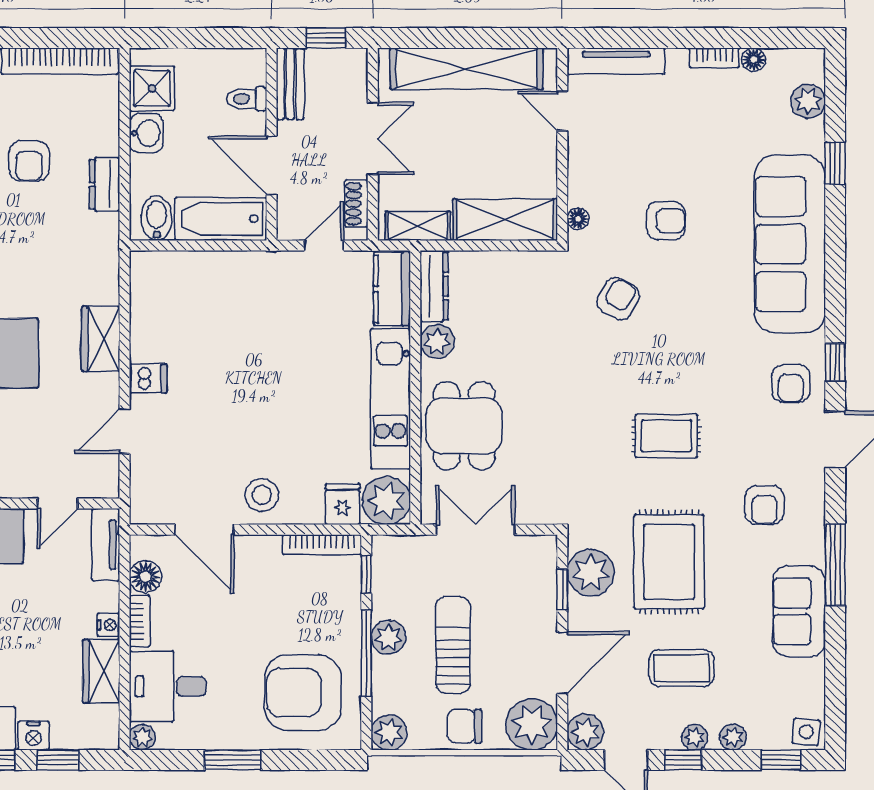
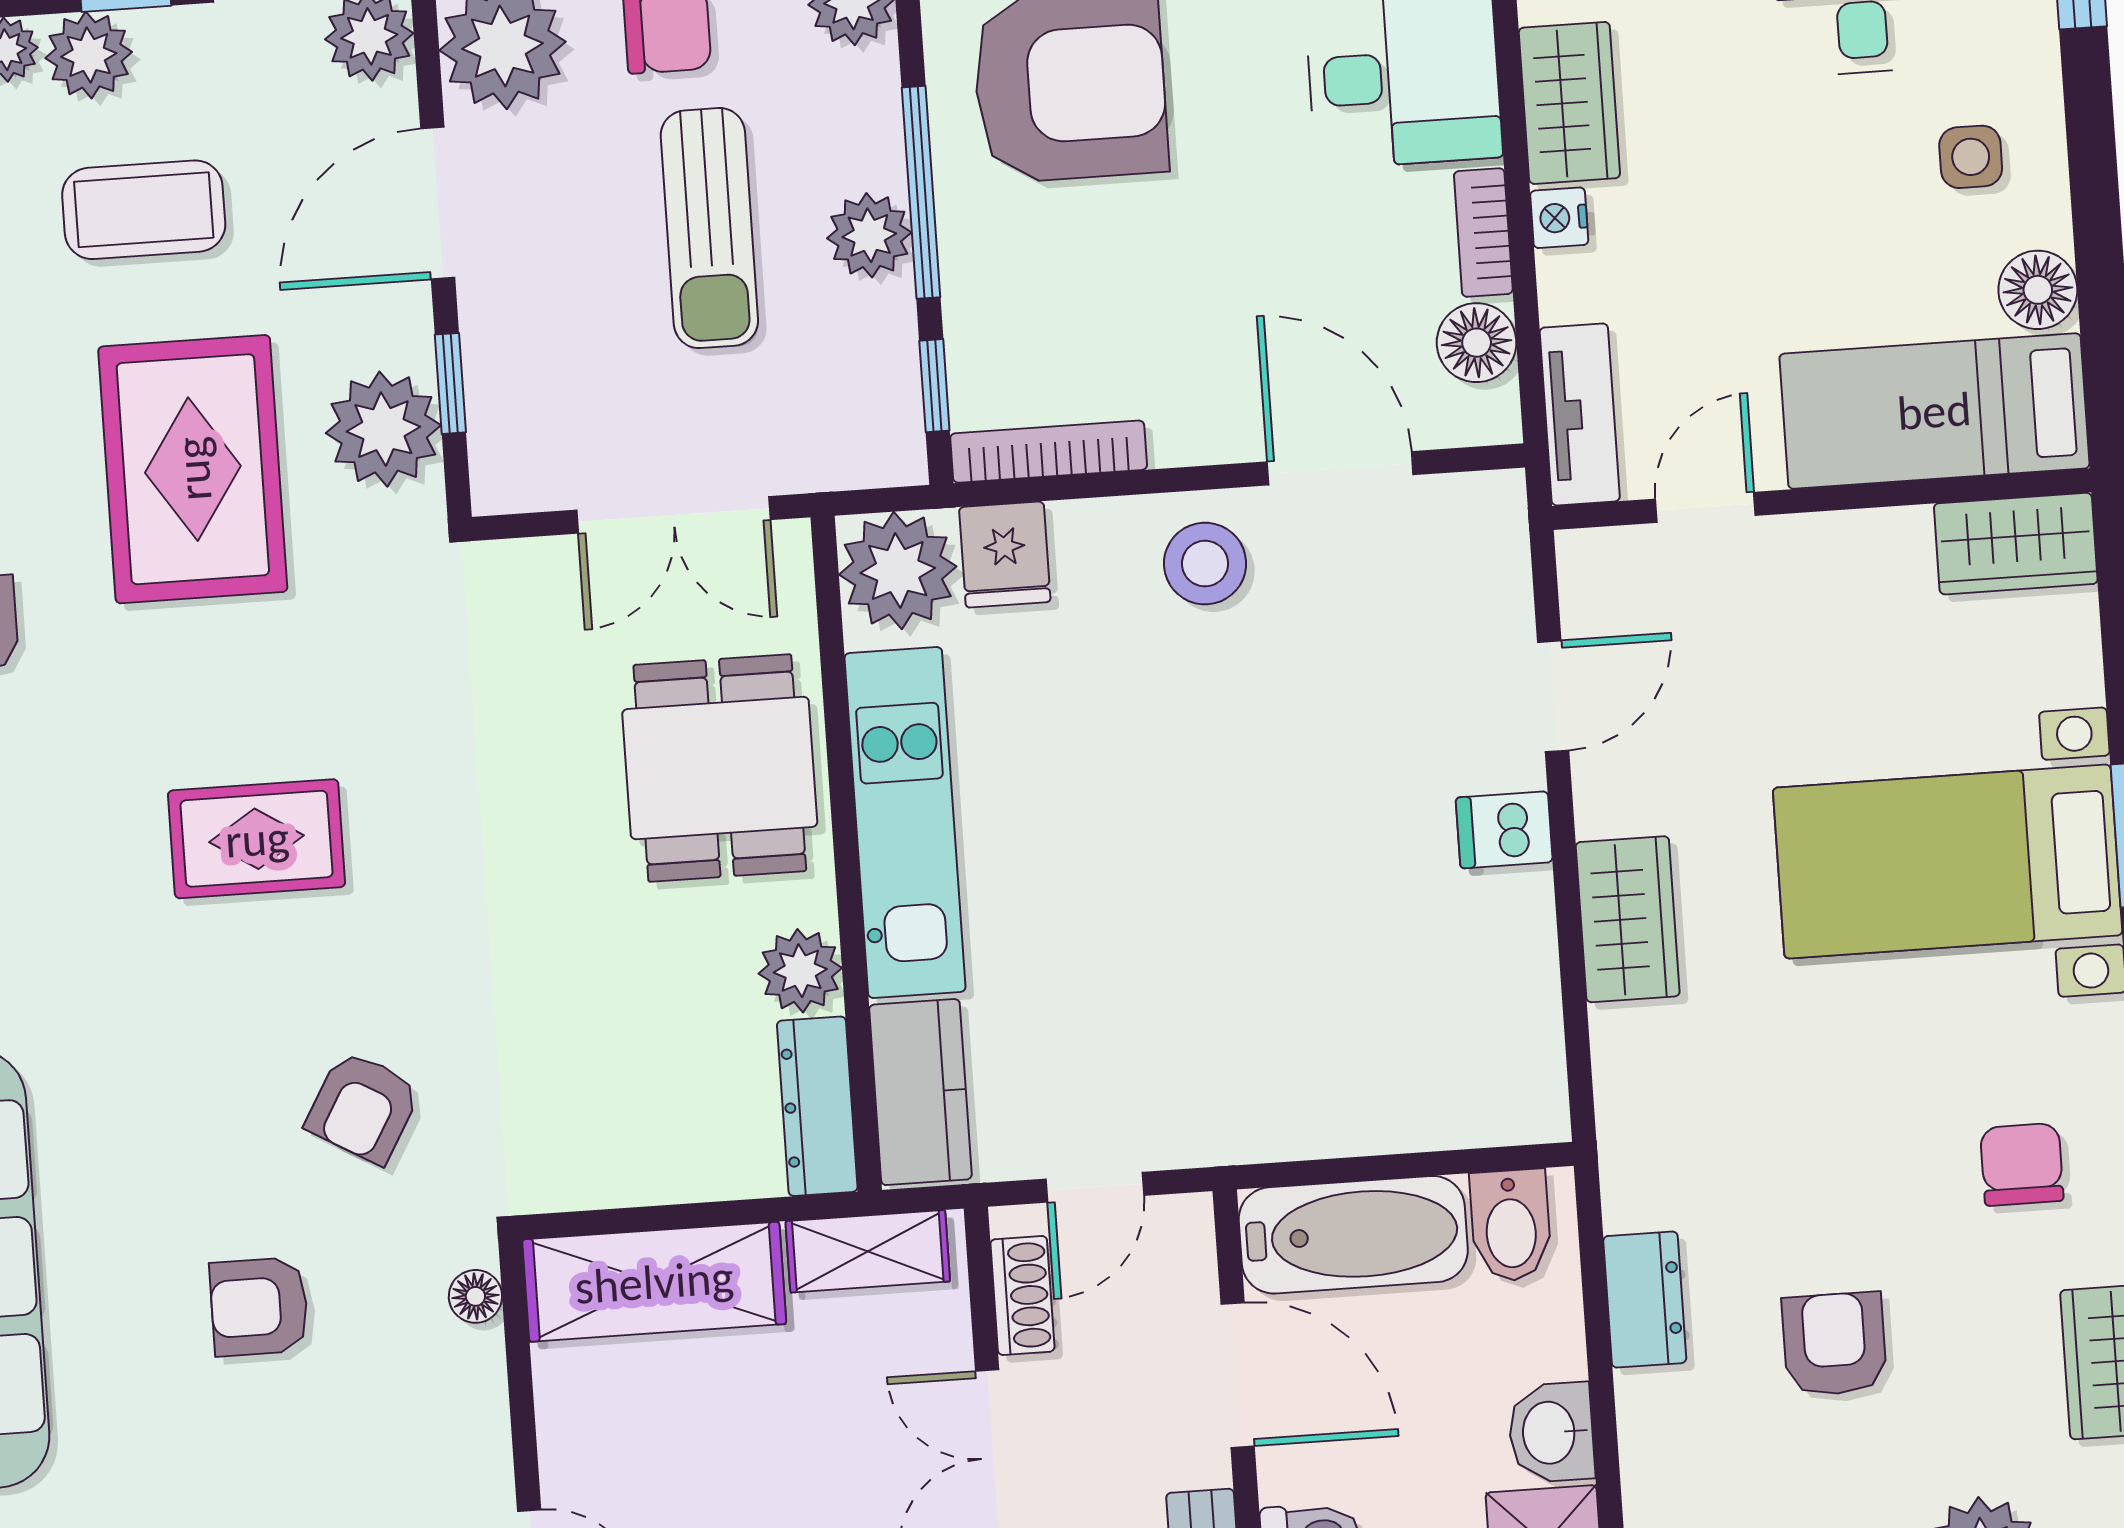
rug: (666, 436) -> (257, 839), moved
plant: (695, 737) -> (89, 55), width x1.38, depth x1.38

